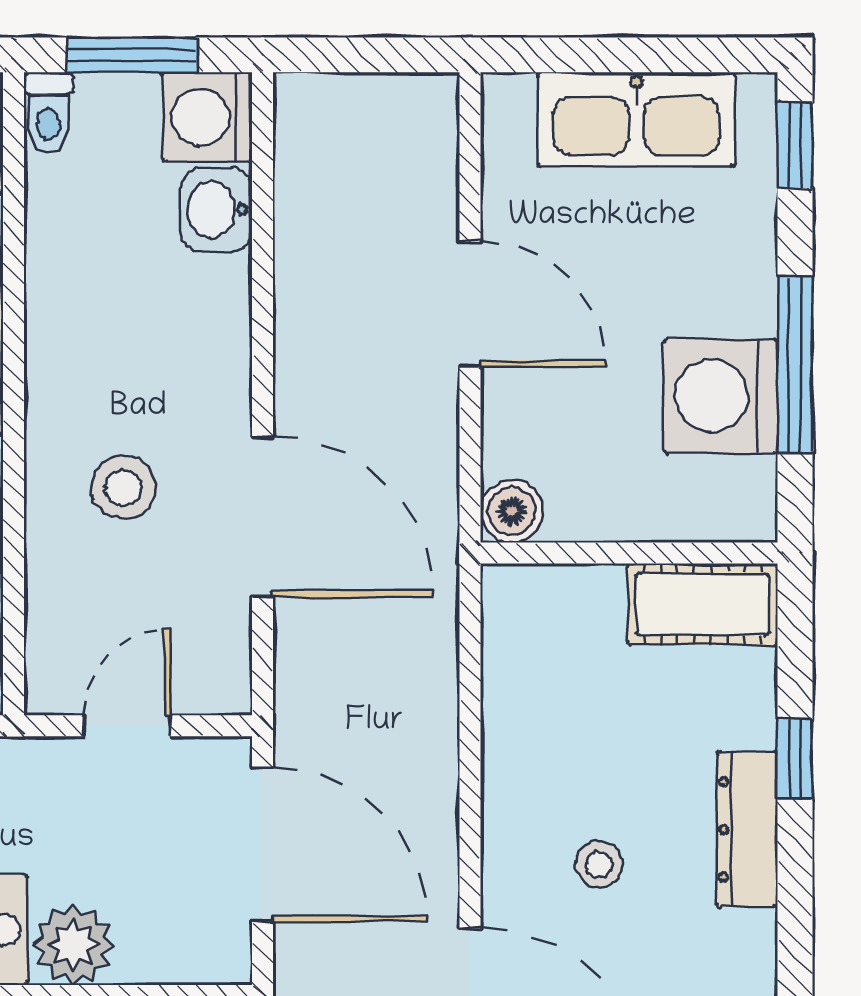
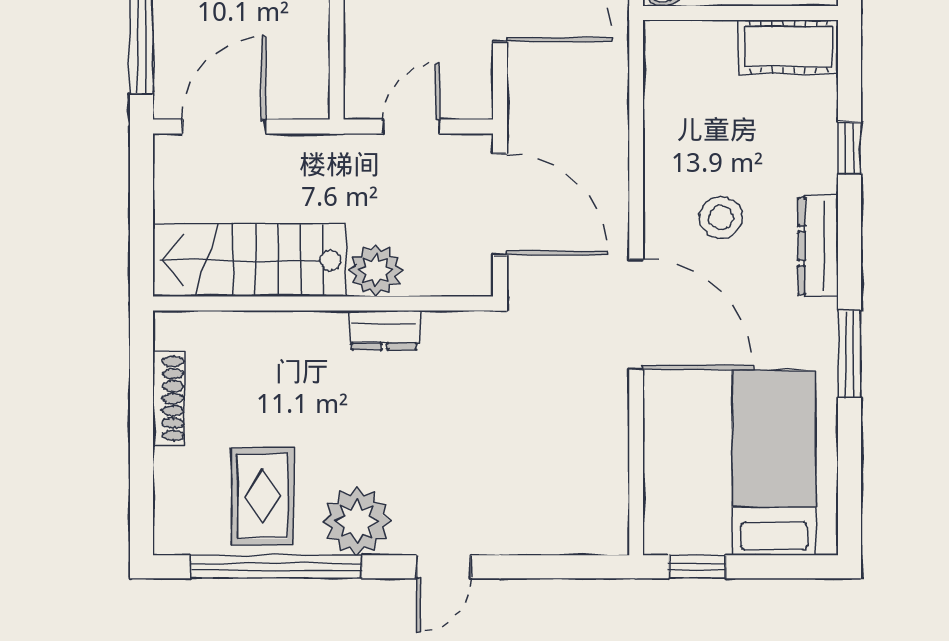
dresser: (747, 829) -> (818, 246), moved
stool: (599, 864) -> (721, 217), width x1.37, depth x1.37

